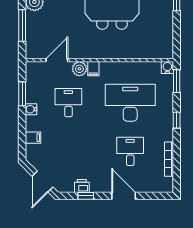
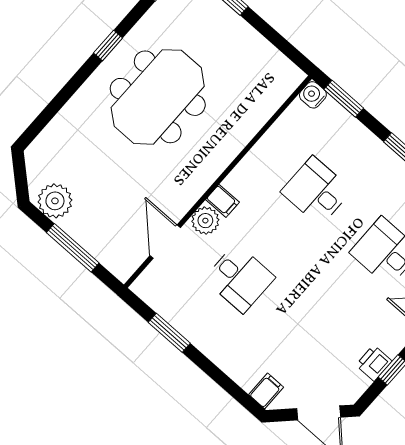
desk: (68, 103) -> (240, 278), turned 180
desk: (130, 103) -> (316, 191), width x0.53, depth x0.77
water cooler: (31, 109) -> (202, 339), removed
filing cabinet: (33, 138) -> (266, 391), moved

